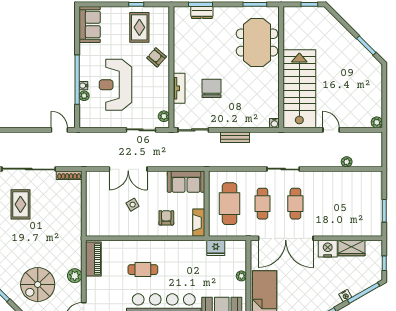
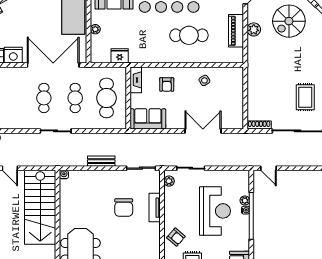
side table: (133, 205) -> (204, 80), moved
piano: (93, 259) -> (236, 31), moved
cafe table: (143, 270) -> (189, 35), width x1.37, depth x1.35
spiral stairs: (38, 284) -> (289, 21), turned 180

